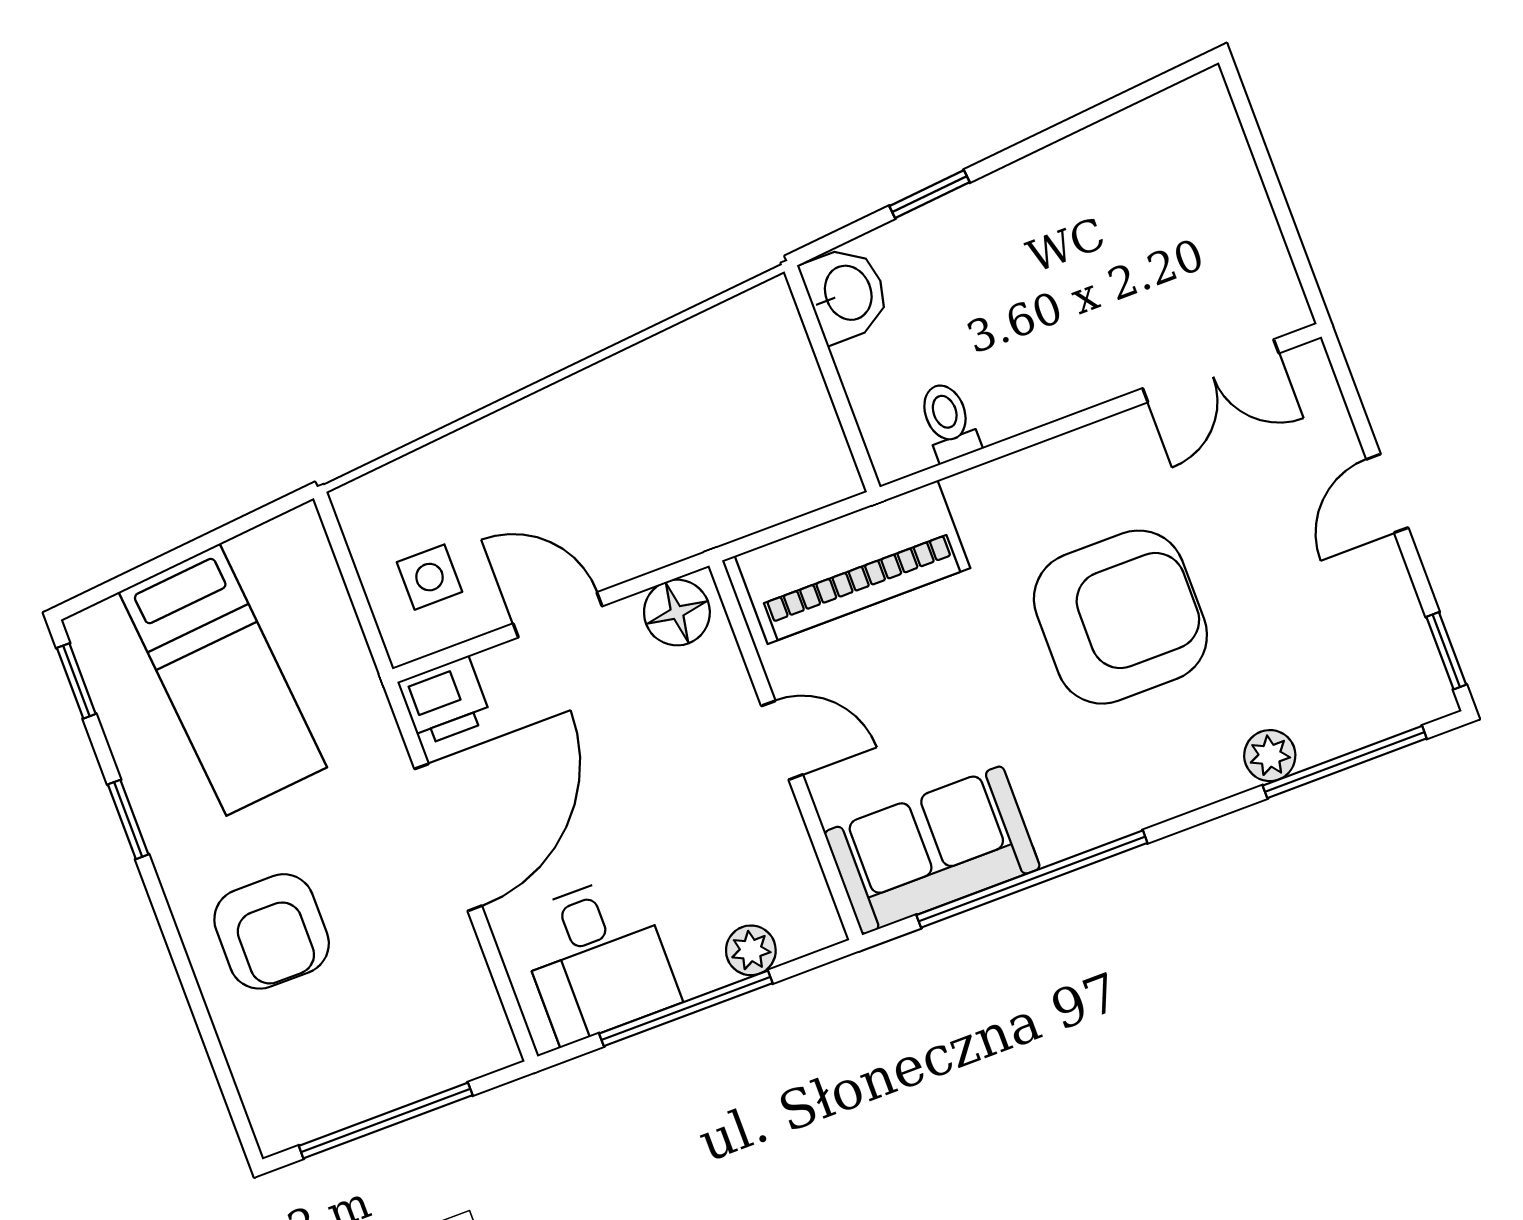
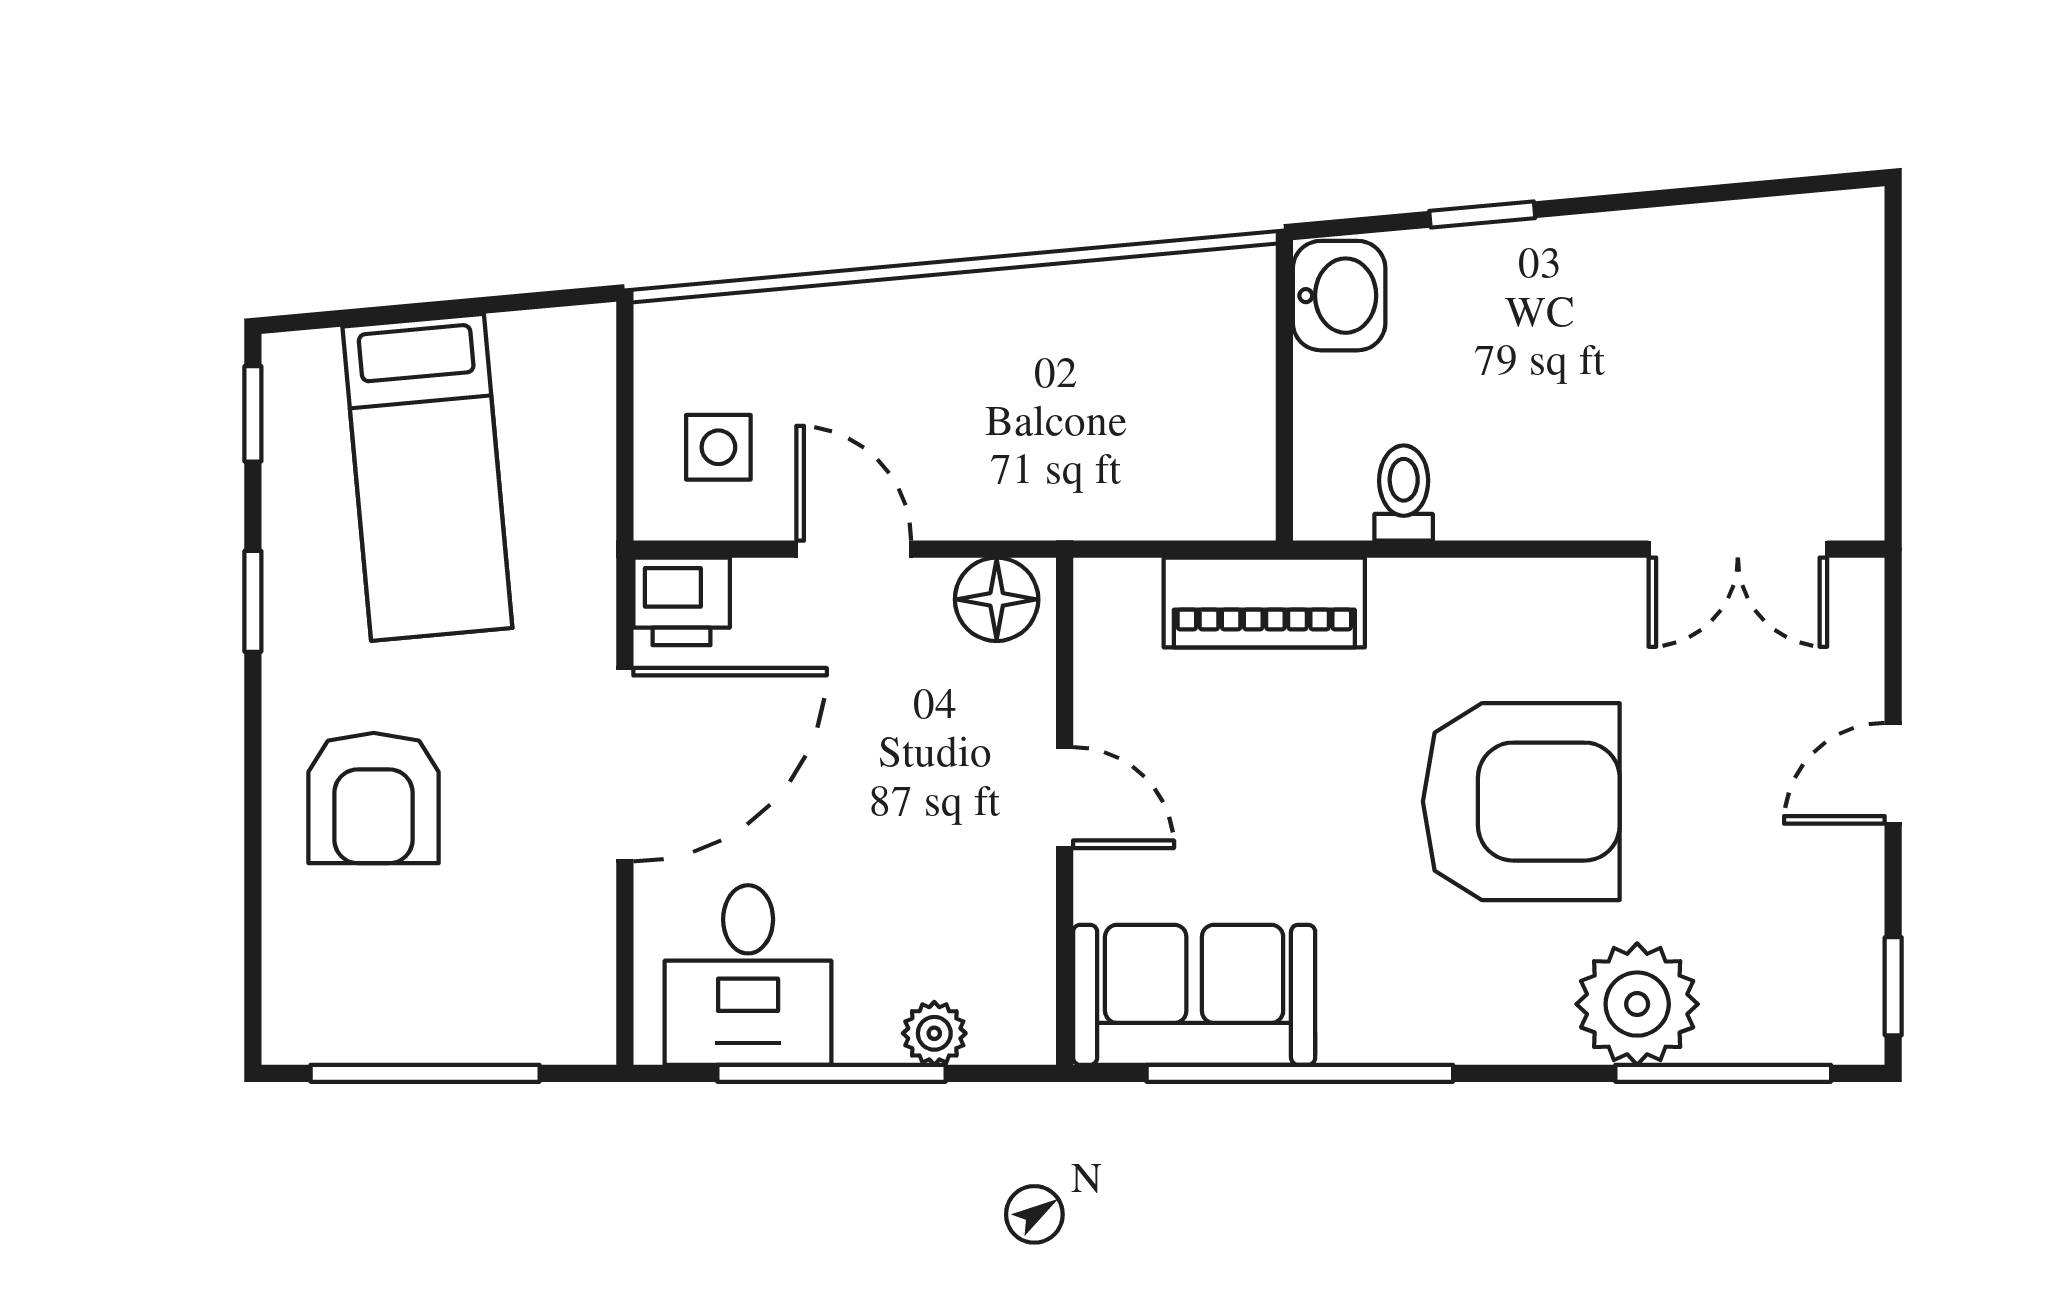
piano: (853, 562) -> (1264, 603), width x0.73, depth x0.75
plant: (1270, 756) -> (1637, 1004), width x1.88, depth x1.88

